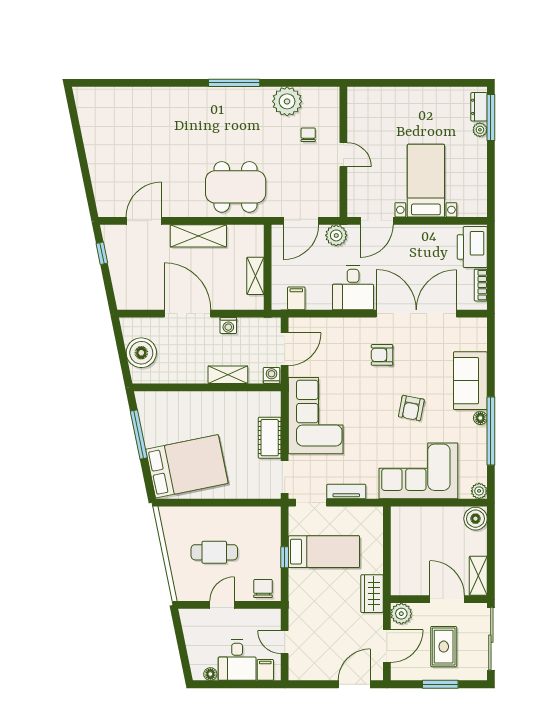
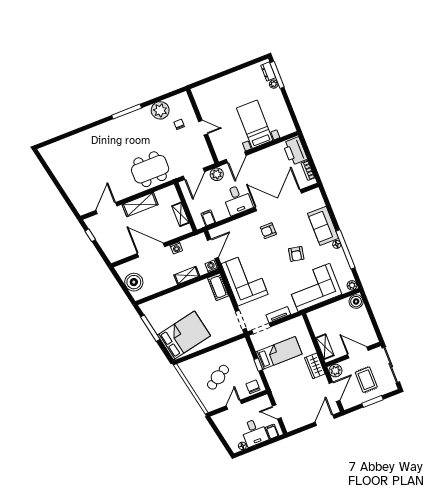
cot: (270, 438) -> (218, 287), moved
cafe table: (214, 552) -> (218, 377), turned -31
shelving: (478, 576) -> (325, 347), moved

